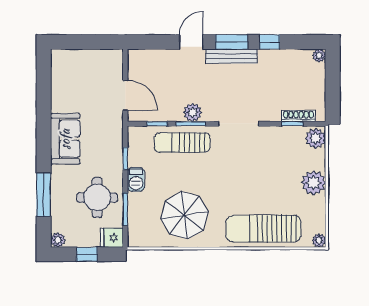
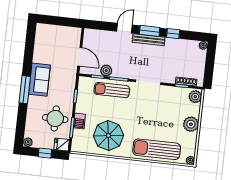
plant: (193, 112) -> (106, 70), moved
barbecue: (136, 179) -> (79, 121), moved
window: (44, 195) -> (25, 90), moved

